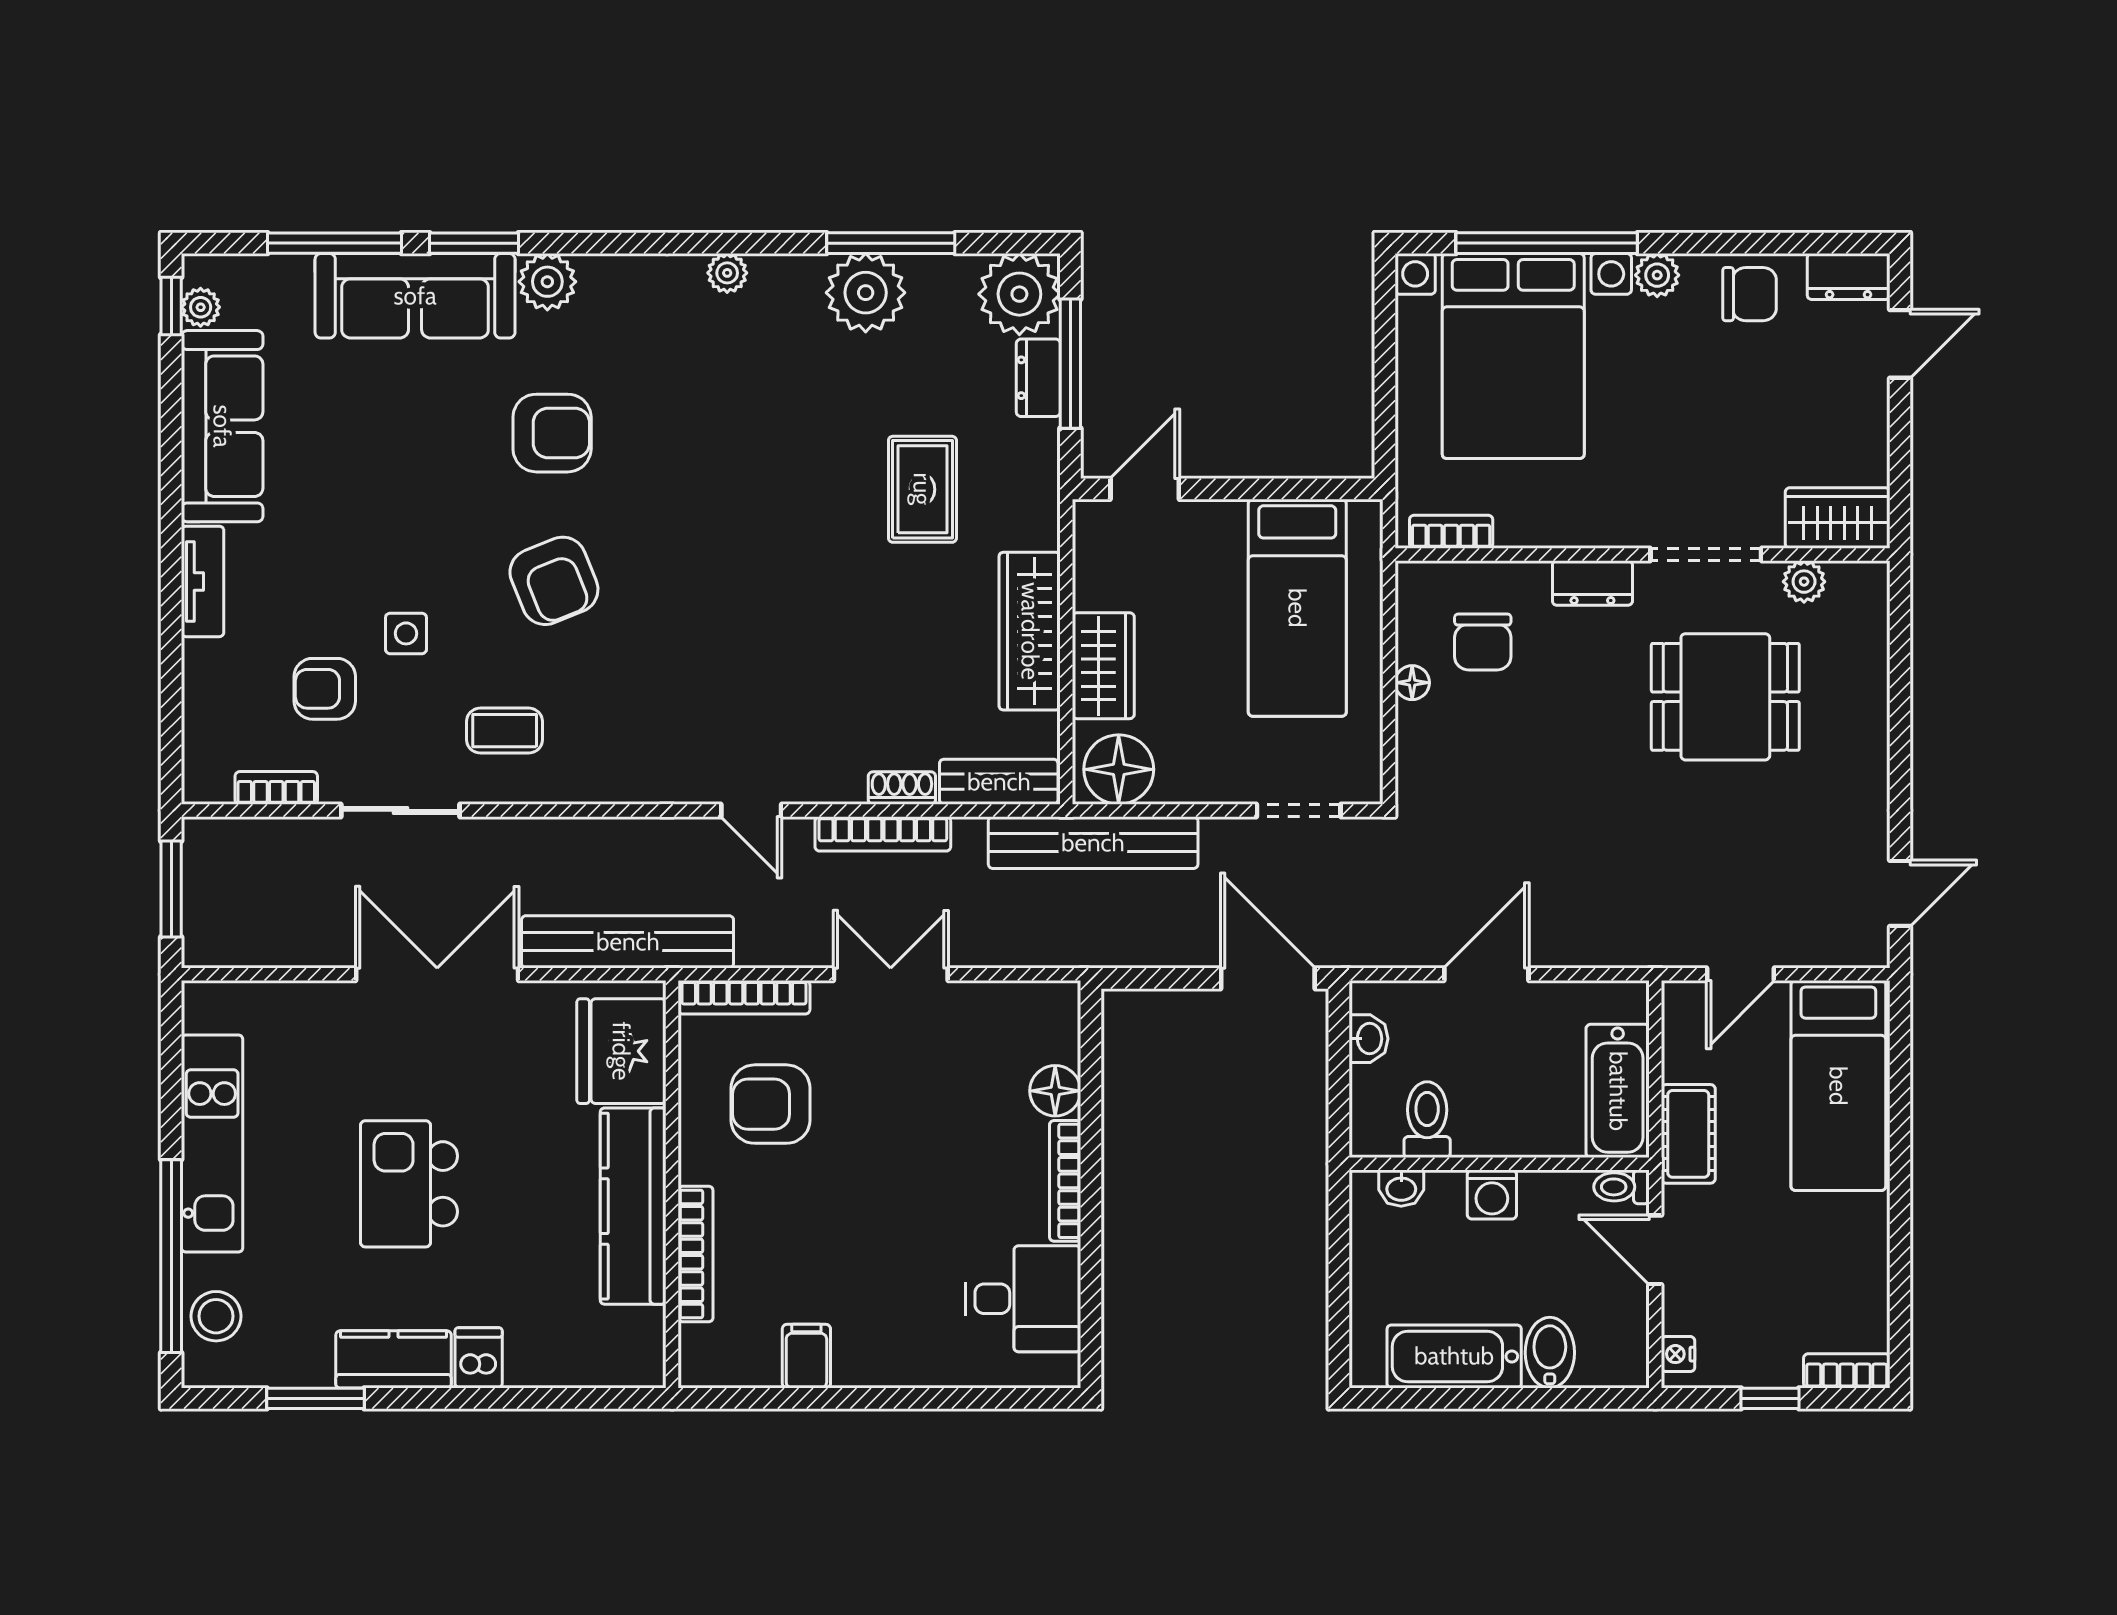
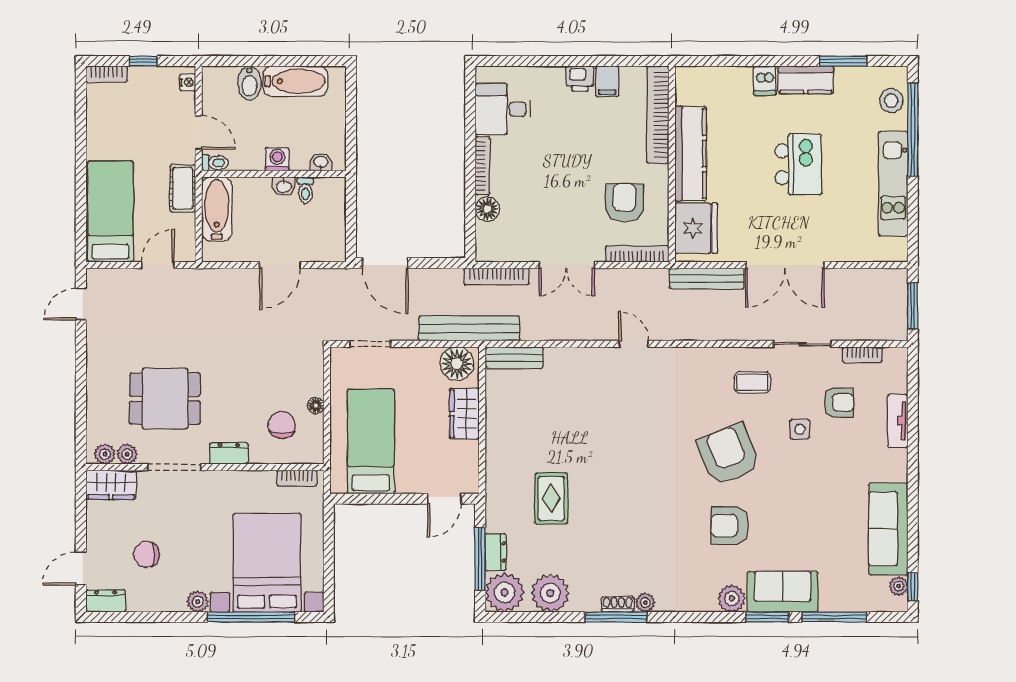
window: (891, 243) -> (616, 617), moved
plant: (866, 293) -> (550, 593), moved
chair: (1749, 294) -> (146, 554), moved
sofa: (415, 296) -> (783, 592), width x0.73
tv unit: (203, 581) -> (898, 421), moved
armchair: (554, 581) -> (729, 454), width x1.36, depth x1.36
plant: (1850, 582) -> (105, 454), added
wardrobe: (1030, 631) -> (500, 430), removed
shoe rack: (902, 788) -> (618, 604), moved, turned 180
bookcase: (883, 834) -> (496, 276), moved, turned 180
bench: (628, 942) -> (707, 278), width x0.73, depth x0.82
washbasin: (1368, 1039) -> (284, 186), moved, turned -90
armchair: (771, 1104) -> (624, 203), turned -89
toilet: (1427, 1120) -> (305, 190), width x0.73, depth x0.72
bookcase: (696, 1254) -> (658, 115), width x1.48, depth x1.31
printer: (863, 1362) -> (580, 78), added

